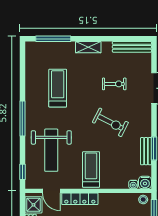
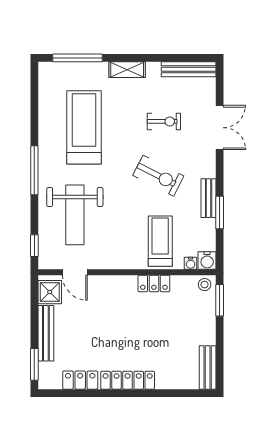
treadmill: (58, 88) -> (84, 127), width x1.37, depth x1.38
bench: (146, 151) -> (209, 198), moved
treadmill: (91, 169) -> (160, 241), moved
locker: (80, 199) -> (154, 283), moved, width x0.66

